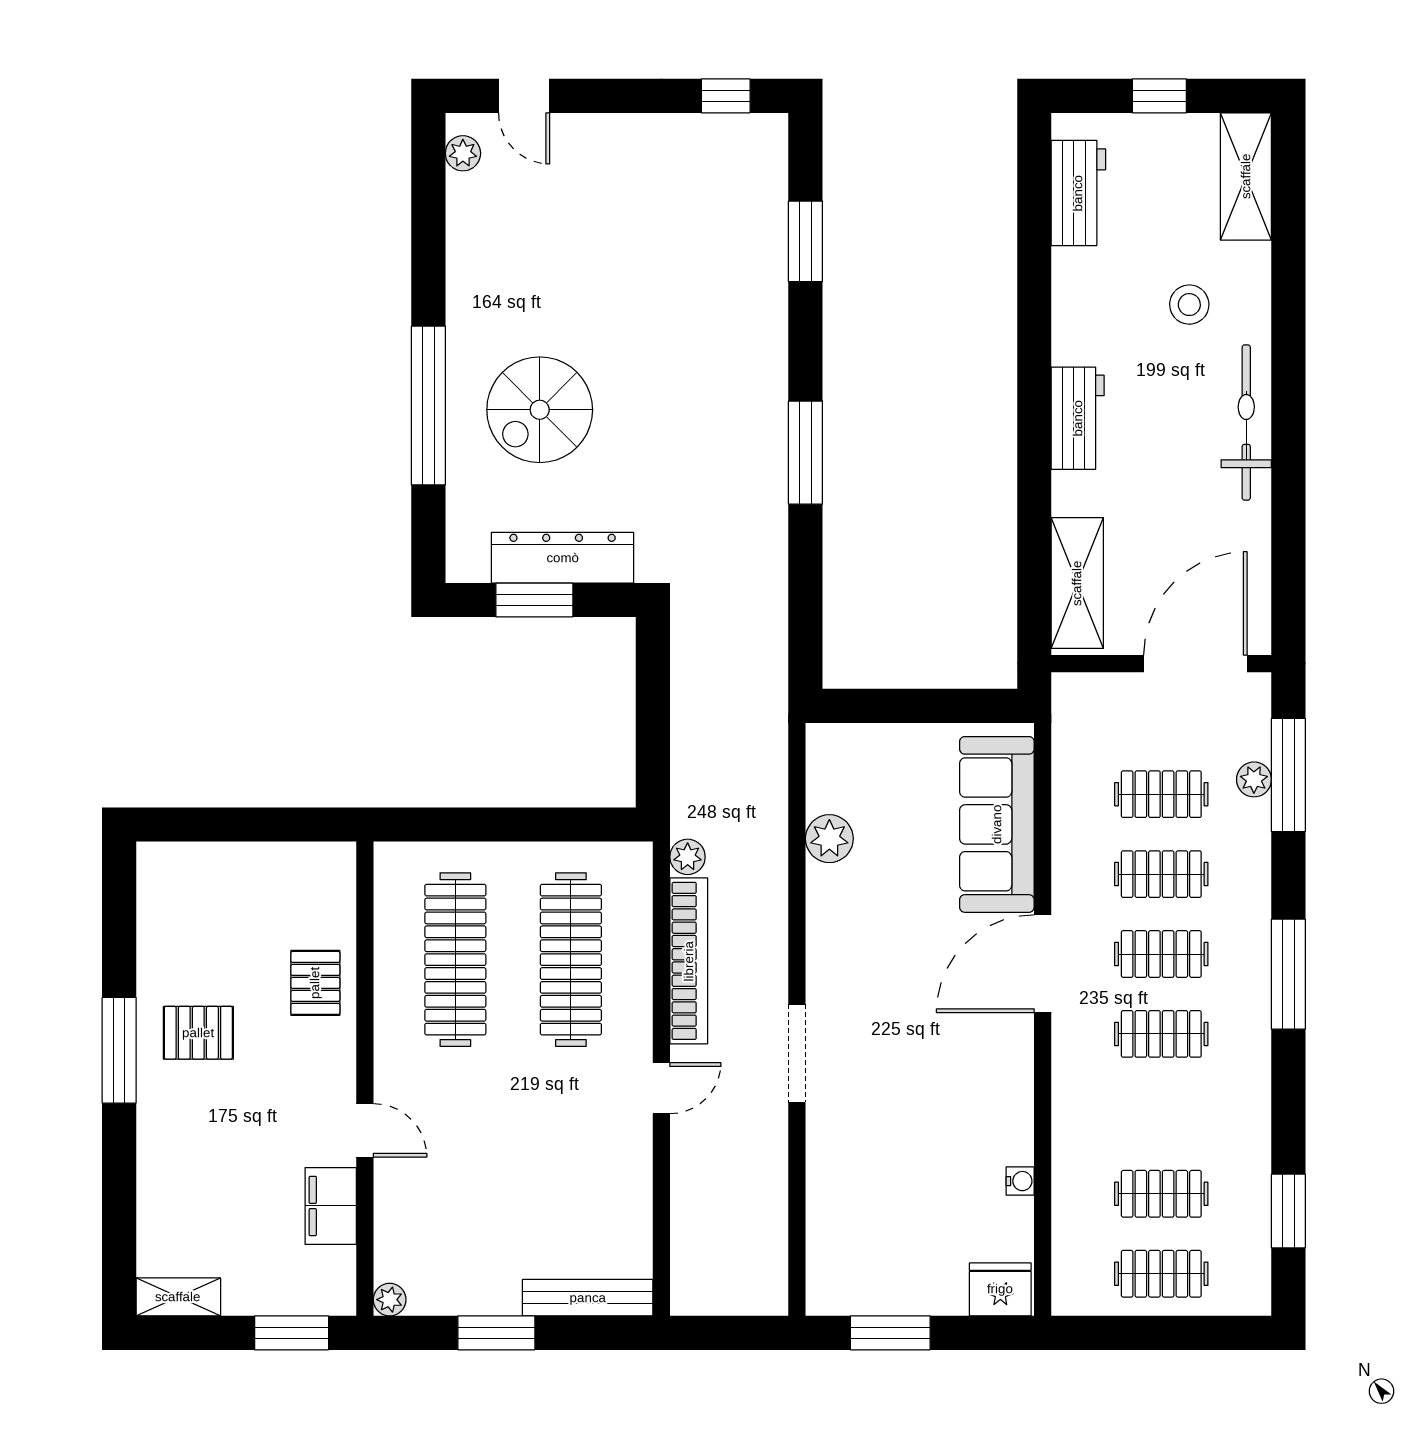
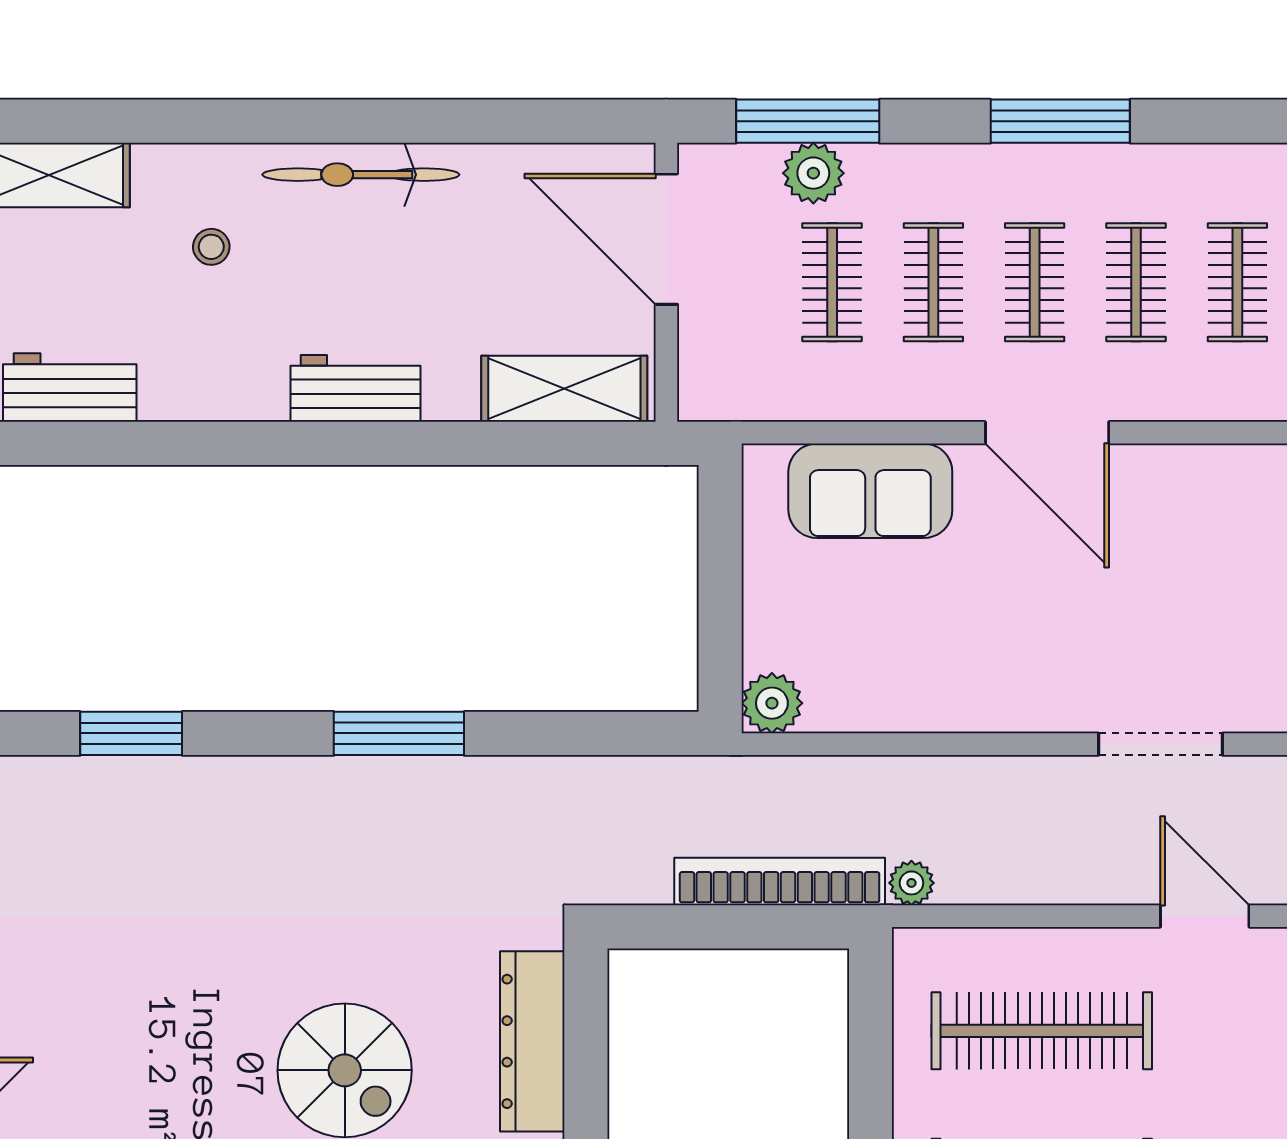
stool: (1189, 305) -> (211, 247), width x0.73, depth x0.73
window: (534, 600) -> (586, 1077), removed
plant: (1254, 779) -> (813, 173), width x1.38, depth x1.38
sofa: (997, 824) -> (870, 491), width x0.73
plant: (829, 839) -> (772, 703), moved
bookcase: (689, 961) -> (780, 881), moved
door: (661, 1088) -> (1205, 916), width x1.38
clothes rail: (1161, 1114) -> (1237, 282), added

